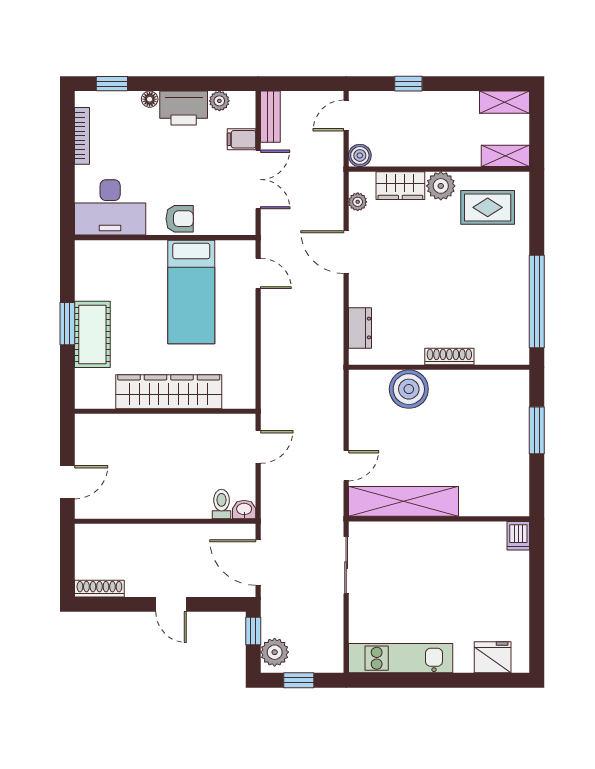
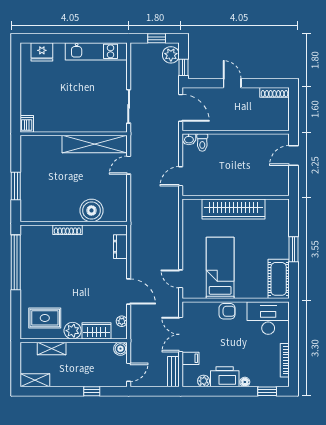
shelving: (505, 156) -> (52, 348), moved
armchair: (180, 219) -> (227, 311), turned 180
cot: (92, 334) -> (279, 279), moved

